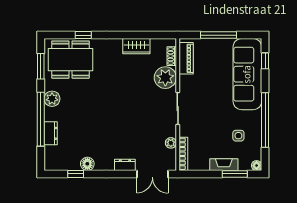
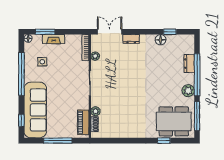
wardrobe: (136, 46) -> (122, 132), removed
window: (41, 66) -> (197, 116), width x1.44
plant: (165, 78) -> (95, 111), width x0.53, depth x0.53

